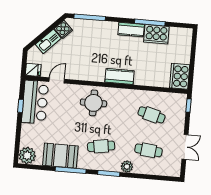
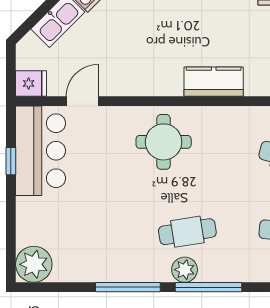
booth: (60, 156) -> (104, 259), removed
plant: (127, 167) -> (185, 270), moved
window: (109, 173) -> (208, 287), width x1.44

